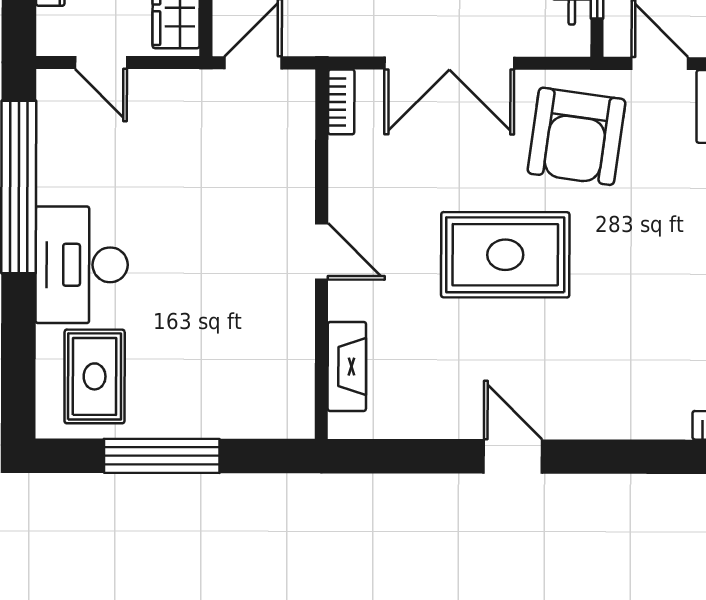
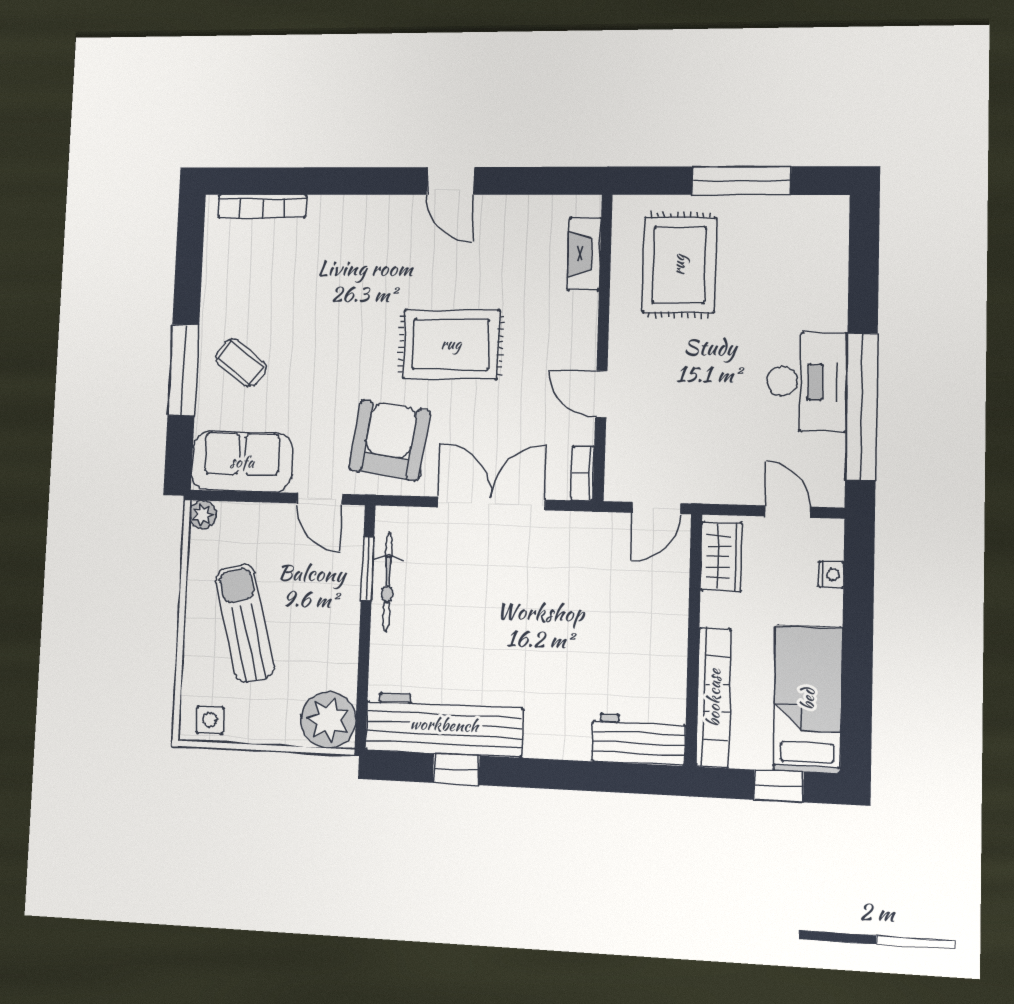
door: (322, 251) -> (601, 394), moved
desk: (82, 265) -> (807, 382), moved
rug: (95, 376) -> (679, 265), moved, width x1.36, depth x1.43

